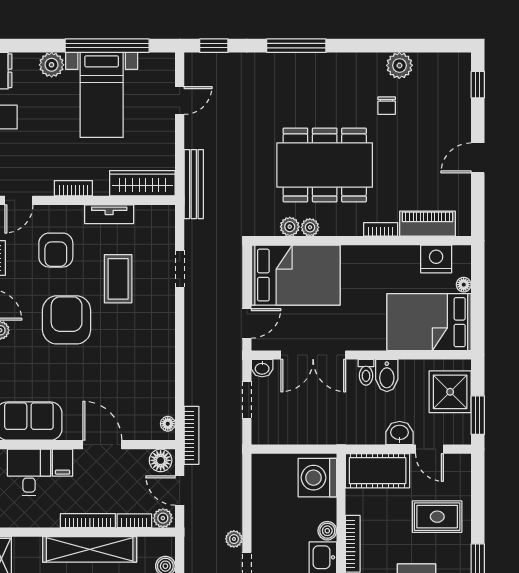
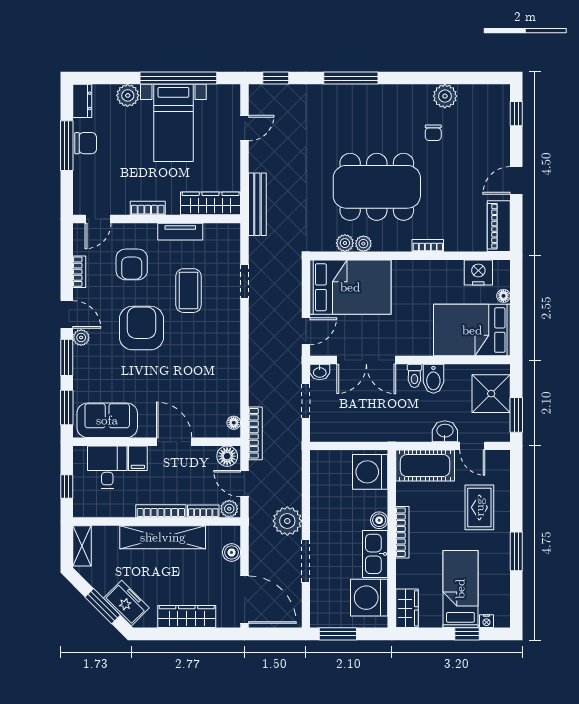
piano: (428, 224) -> (499, 226), moved, turned -90
rug: (437, 517) -> (479, 507), turned 90
plant: (234, 539) -> (287, 521), width x1.87, depth x1.87

